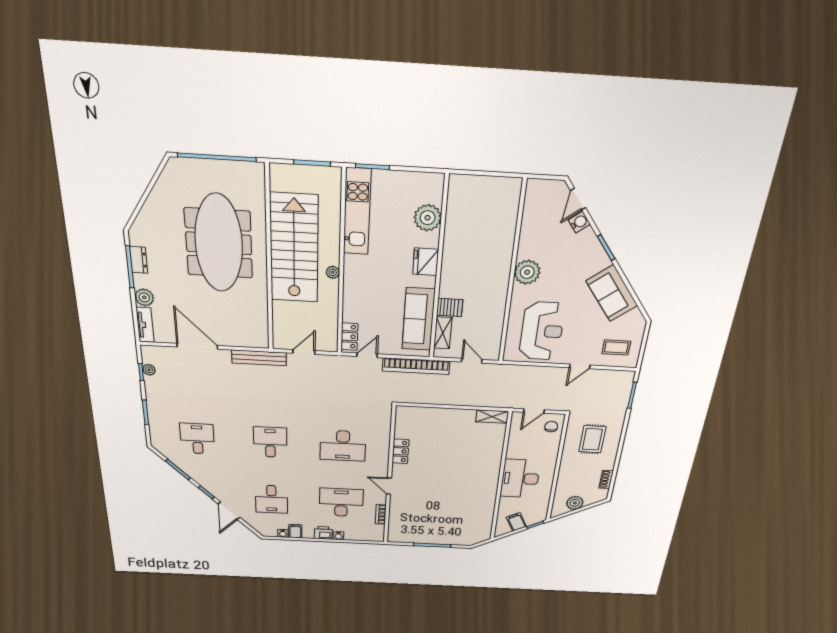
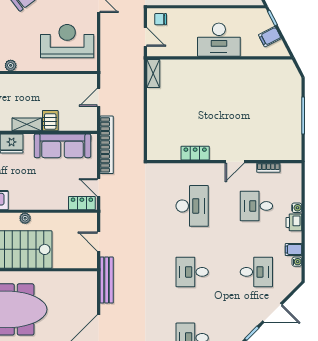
plant: (527, 272) -> (11, 65), width x0.53, depth x0.53
shelving: (443, 333) -> (27, 124), moved
desk: (341, 502) -> (256, 206), width x0.73

